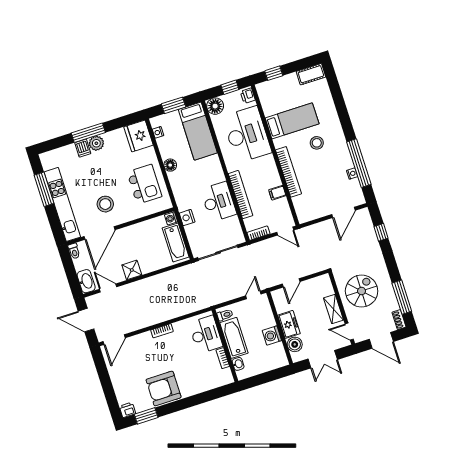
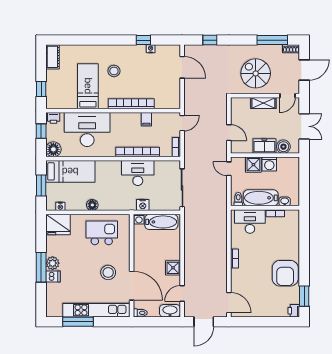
window: (359, 163) -> (143, 40), width x0.32
shower: (266, 319) -> (253, 165), added

